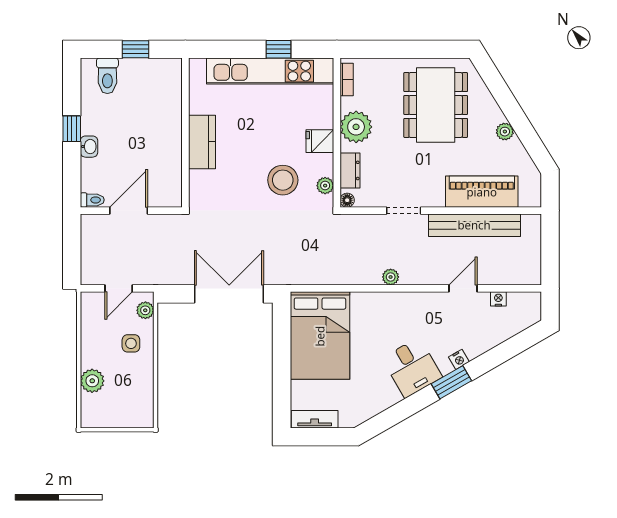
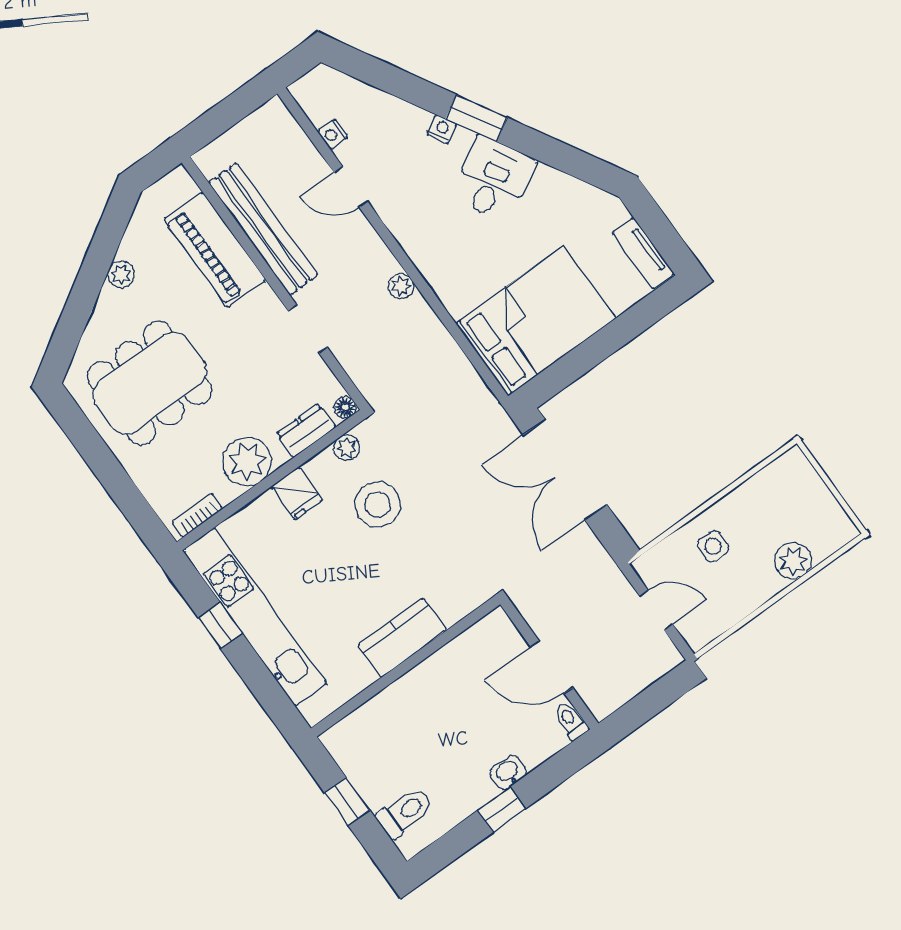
plant: (145, 310) -> (660, 558), removed

